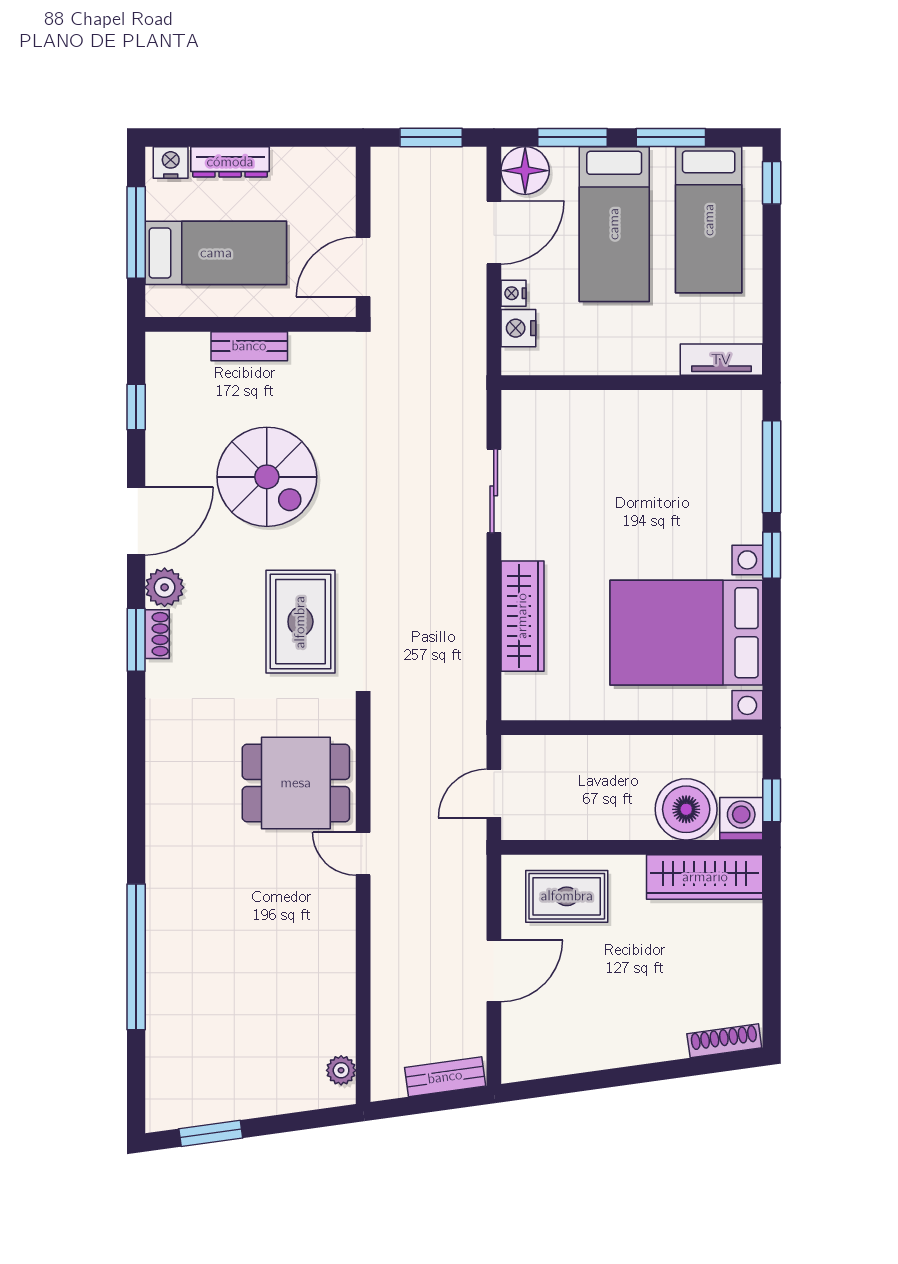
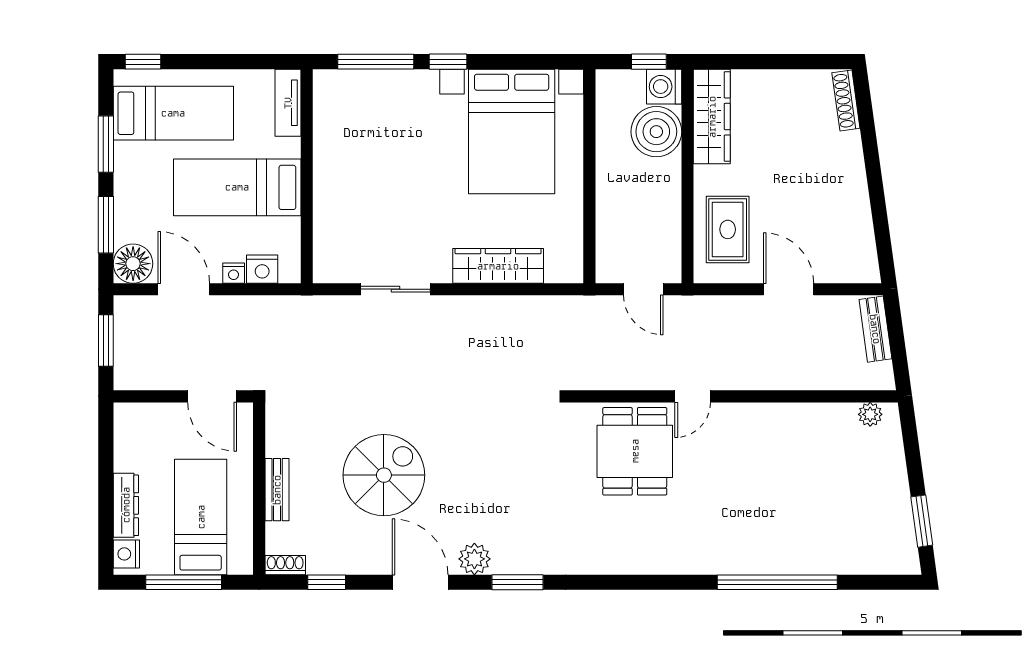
bed: (614, 224) -> (237, 187), moved, turned 180
rug: (300, 622) -> (503, 448), removed
shoe rack: (157, 634) -> (285, 565), moved

